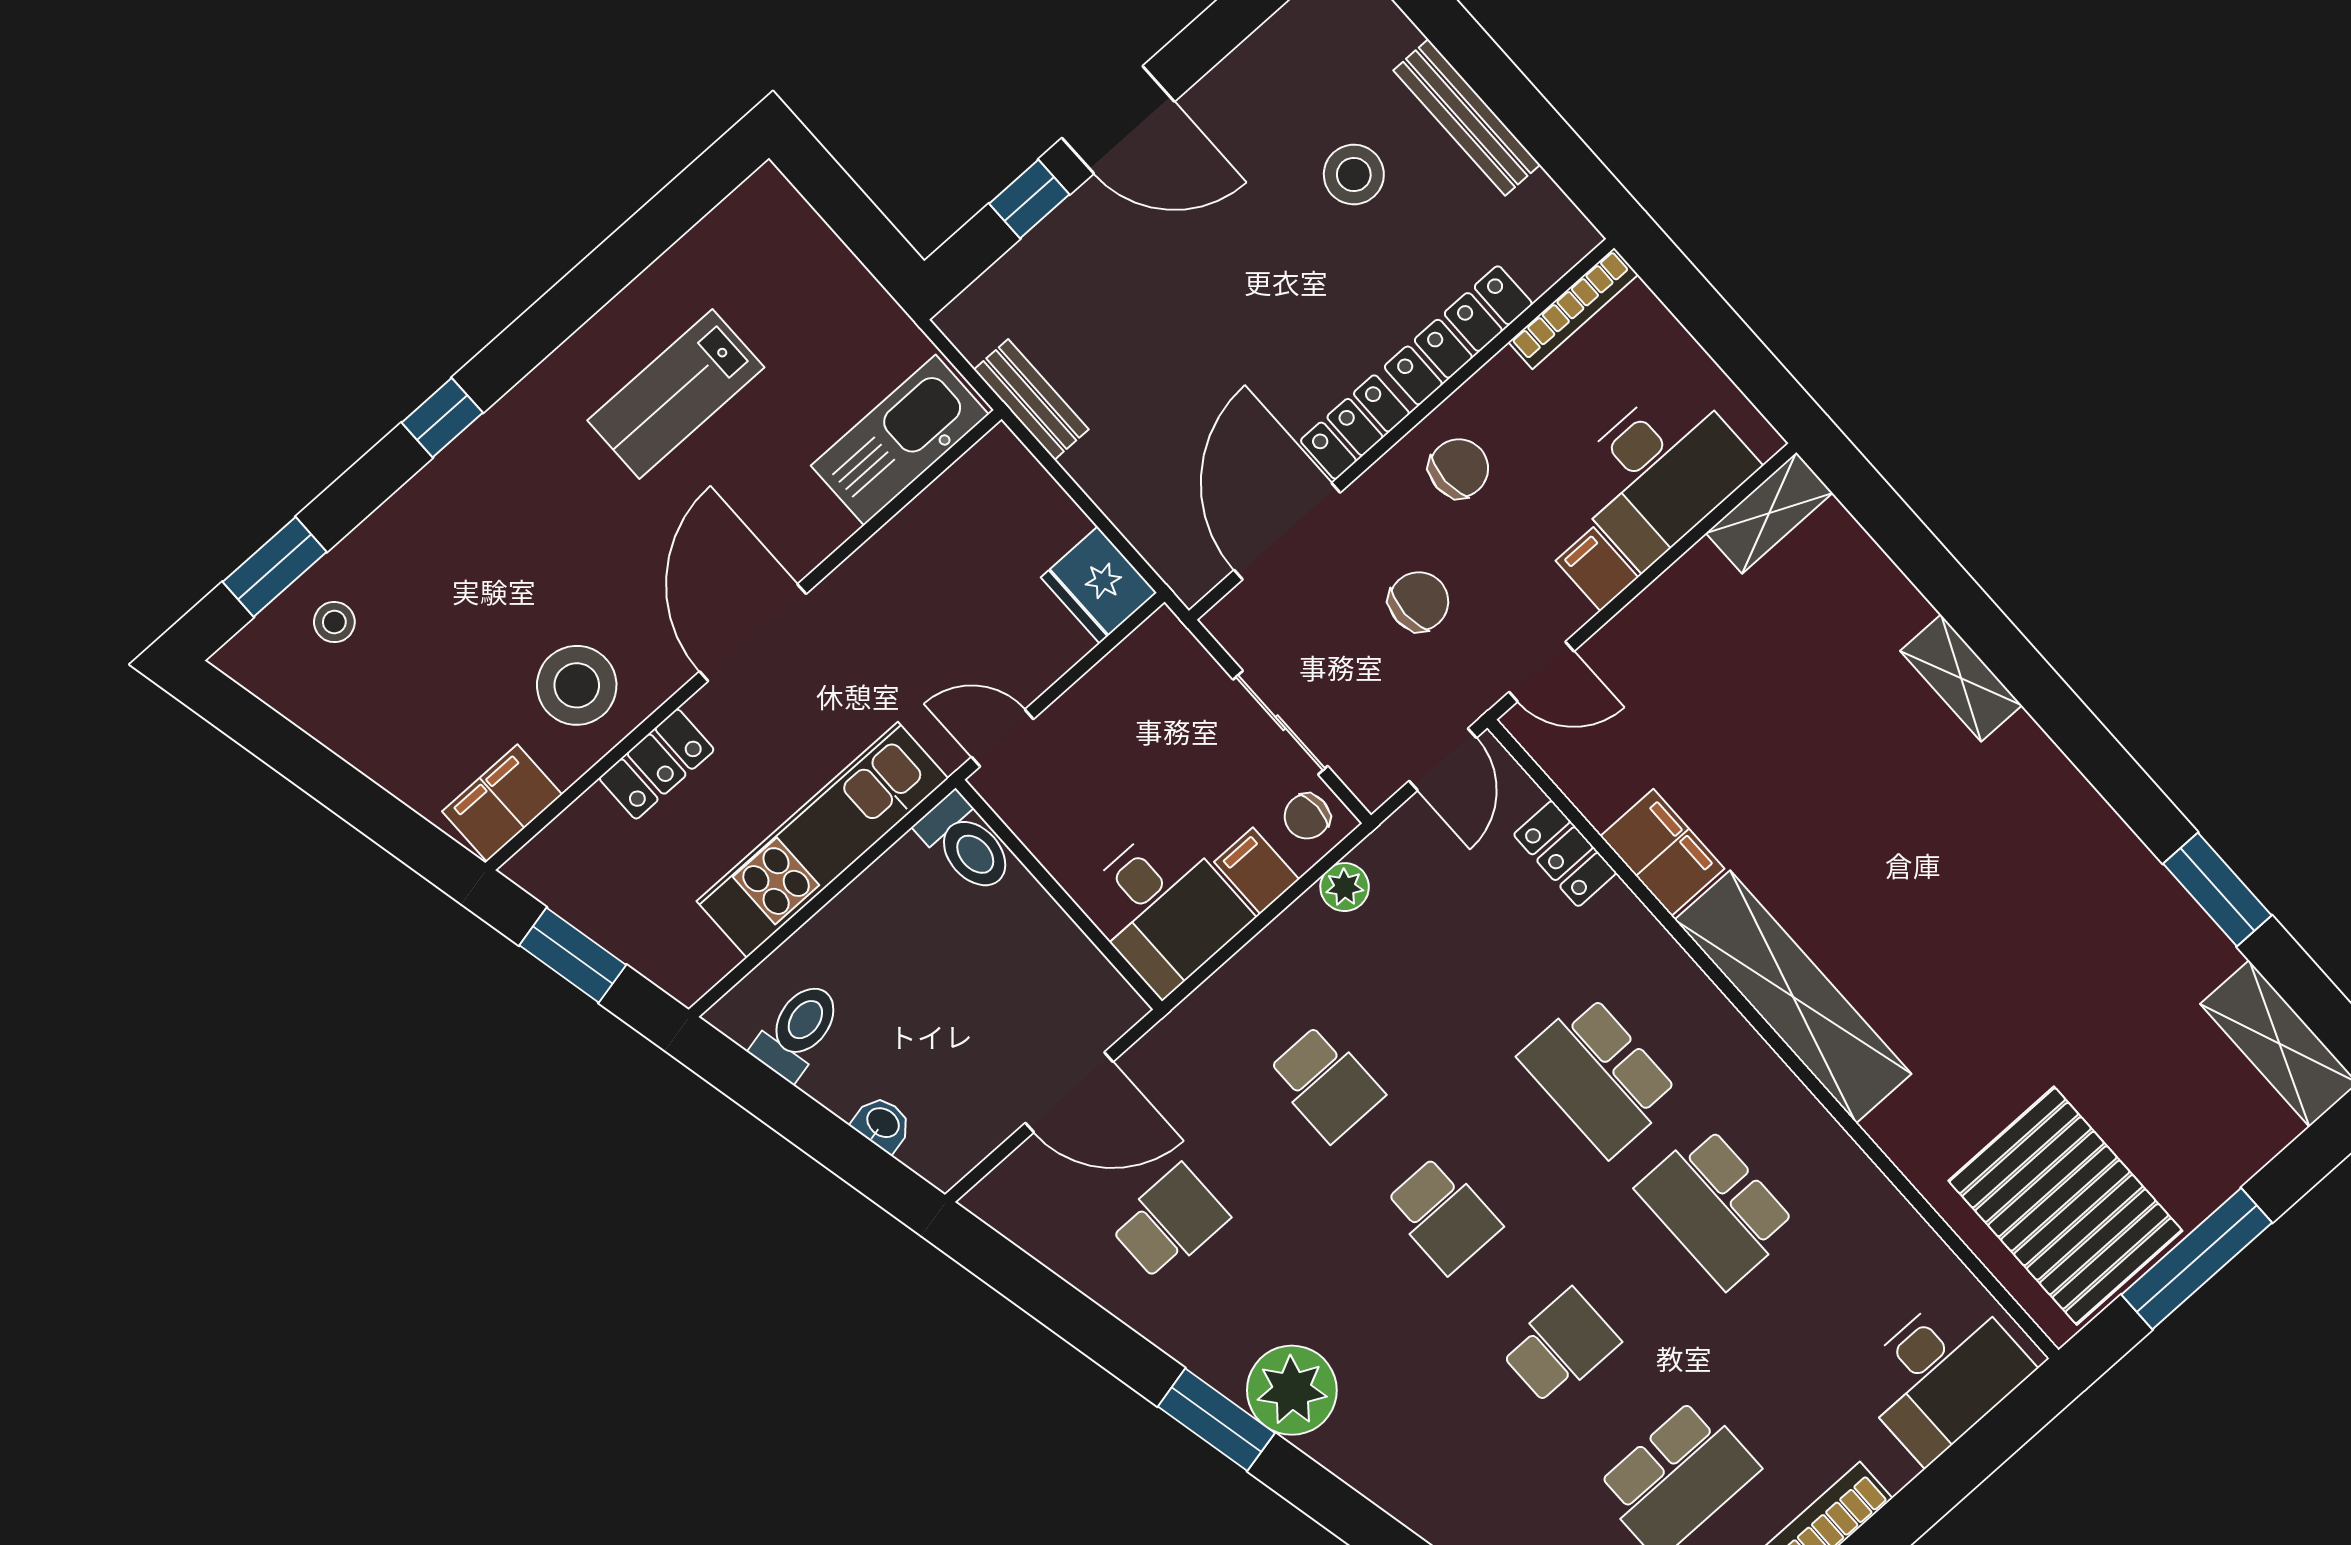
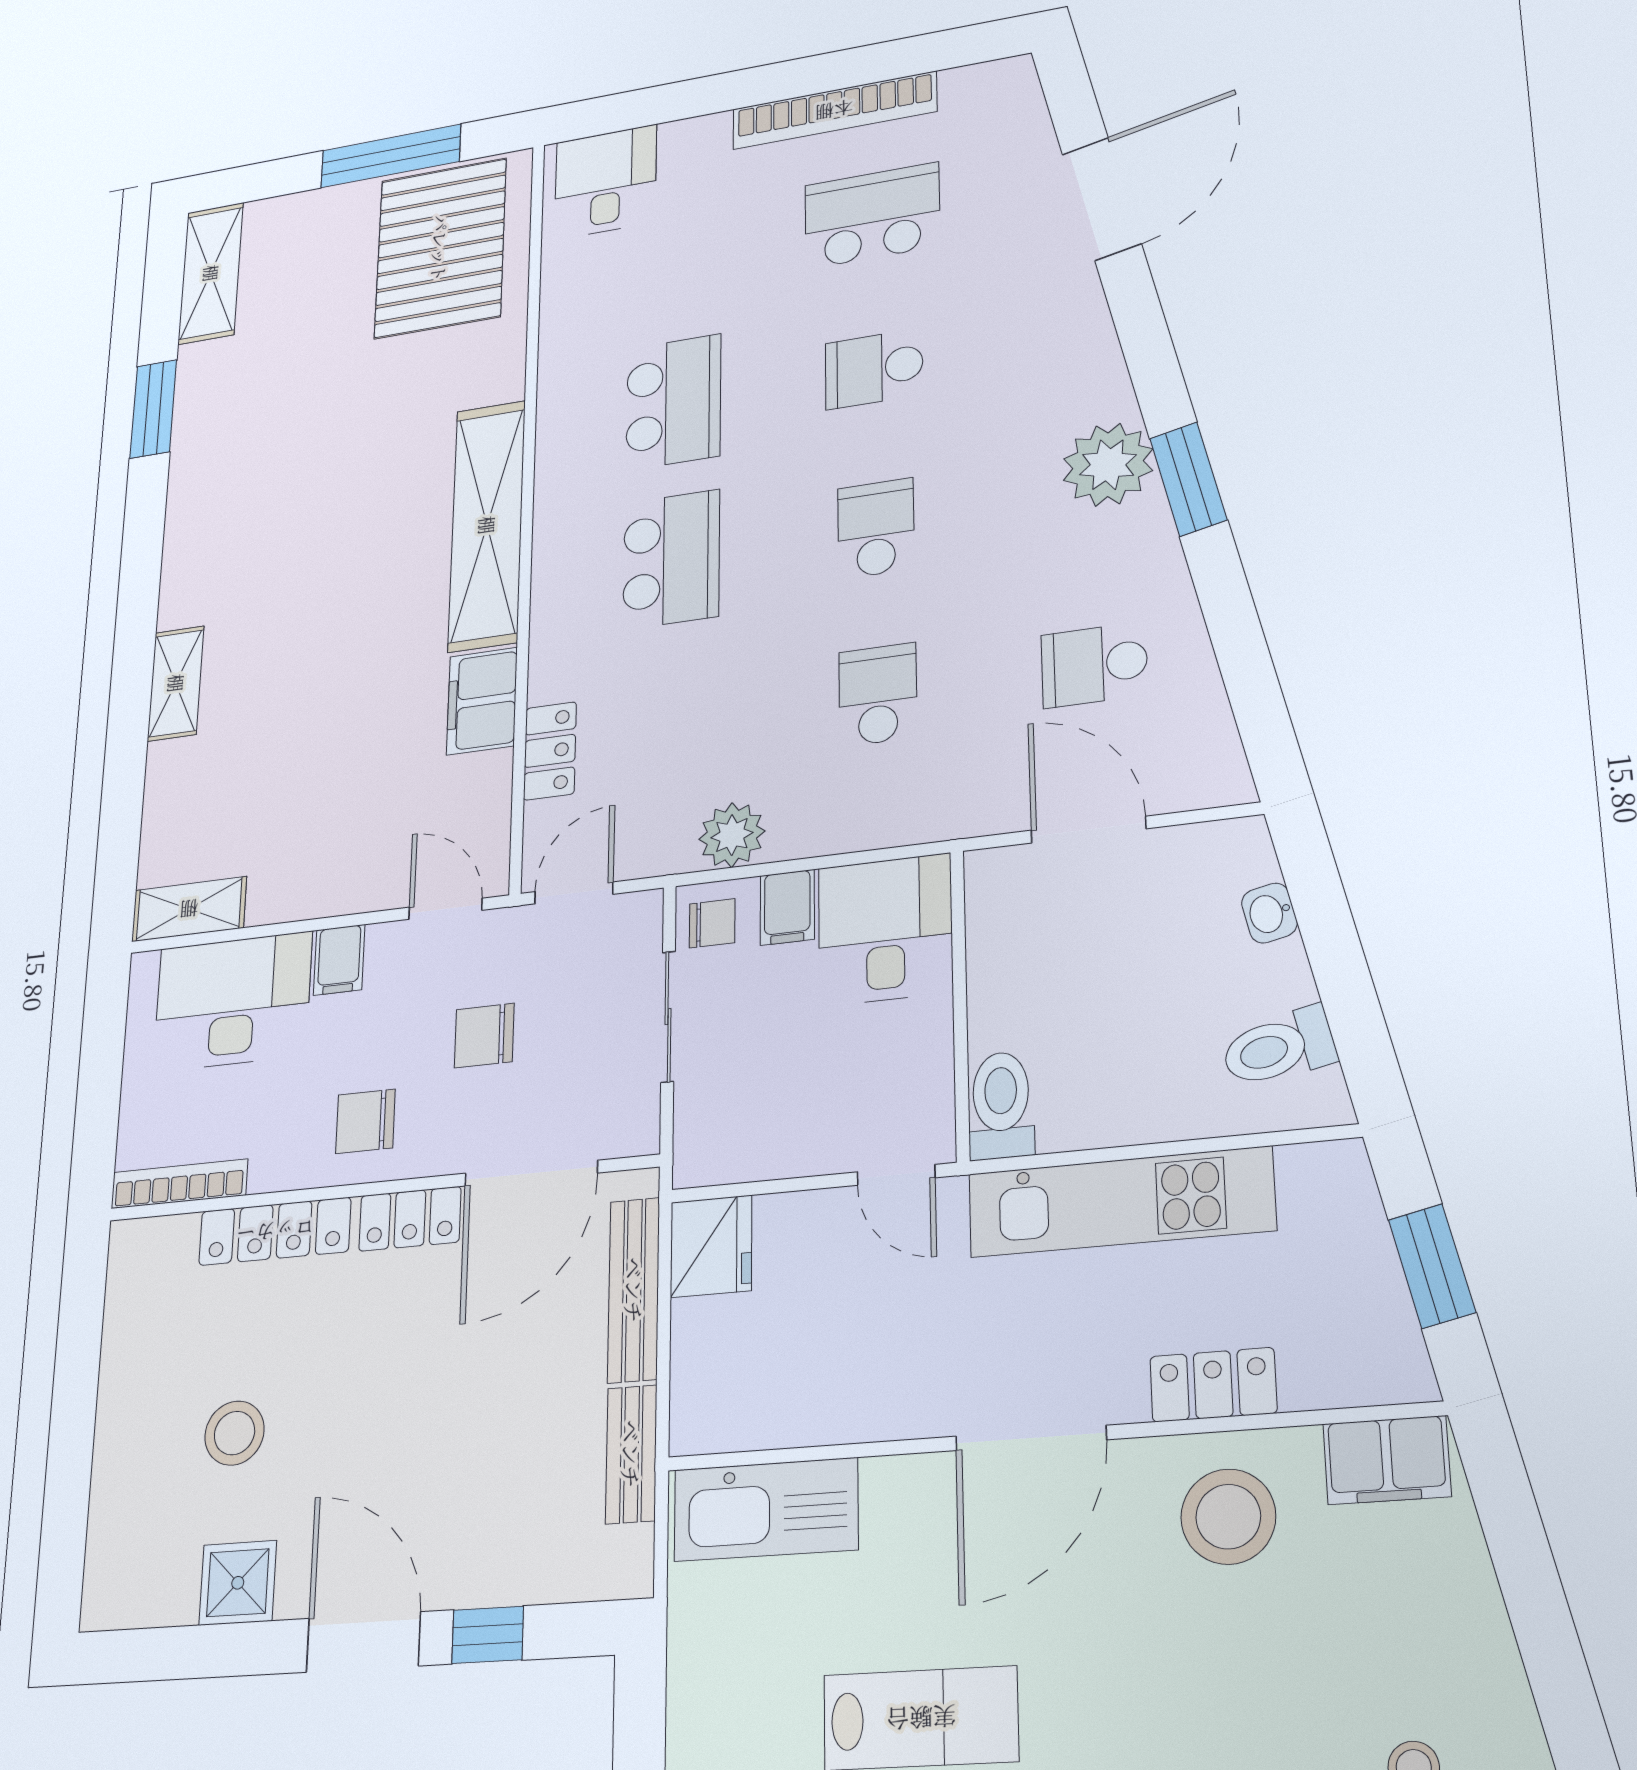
shower: (1253, 80) -> (238, 1583), added
bench: (1467, 117) -> (634, 1290), moved
plant: (1345, 887) -> (732, 835), width x1.38, depth x1.38
desk: (1942, 1374) -> (606, 182), width x0.73

